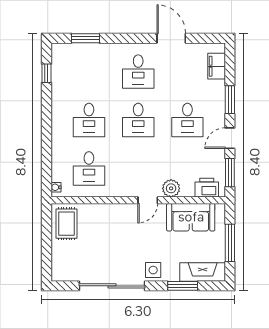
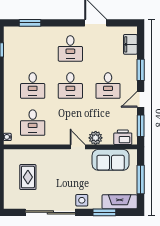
door: (148, 200) -> (78, 147), swing flipped
rug: (66, 224) -> (28, 177), moved

